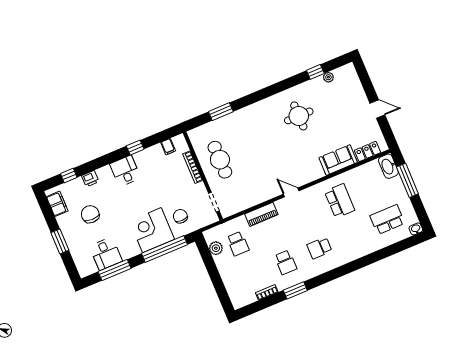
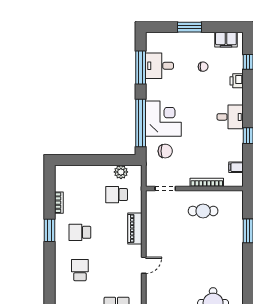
cafe table: (220, 160) -> (203, 211), width x0.73, depth x0.74
chair: (90, 214) -> (203, 67), width x0.54, depth x0.54

